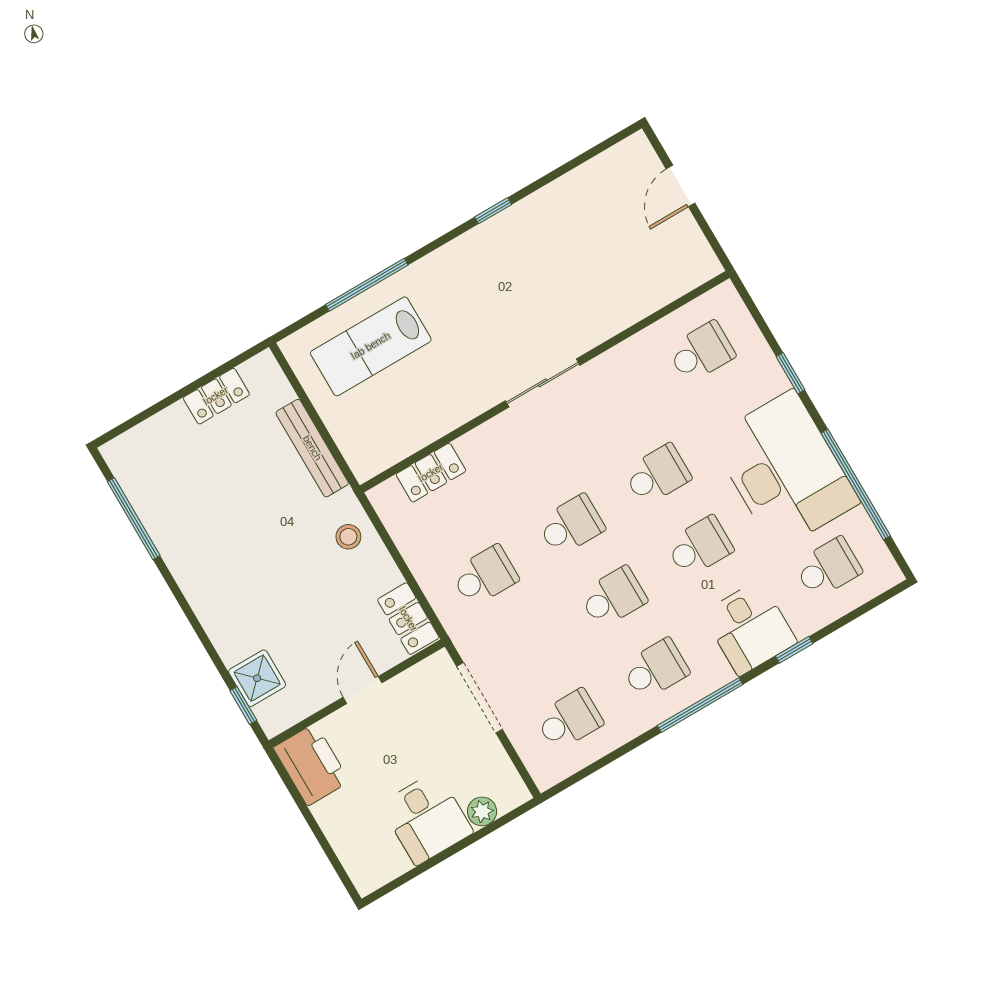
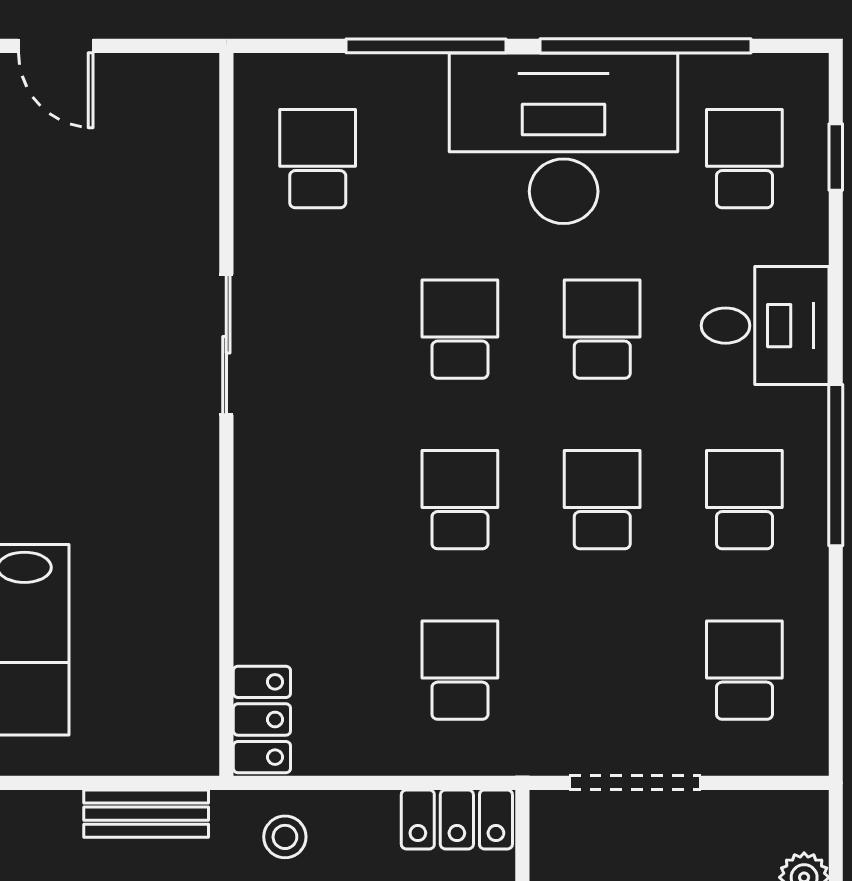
window: (791, 373) -> (426, 46), width x2.17
sliding door: (543, 383) -> (226, 345), moved
bench: (312, 448) -> (146, 814), width x0.73
locker: (431, 473) -> (262, 719), moved
window: (794, 650) -> (836, 157), moved

